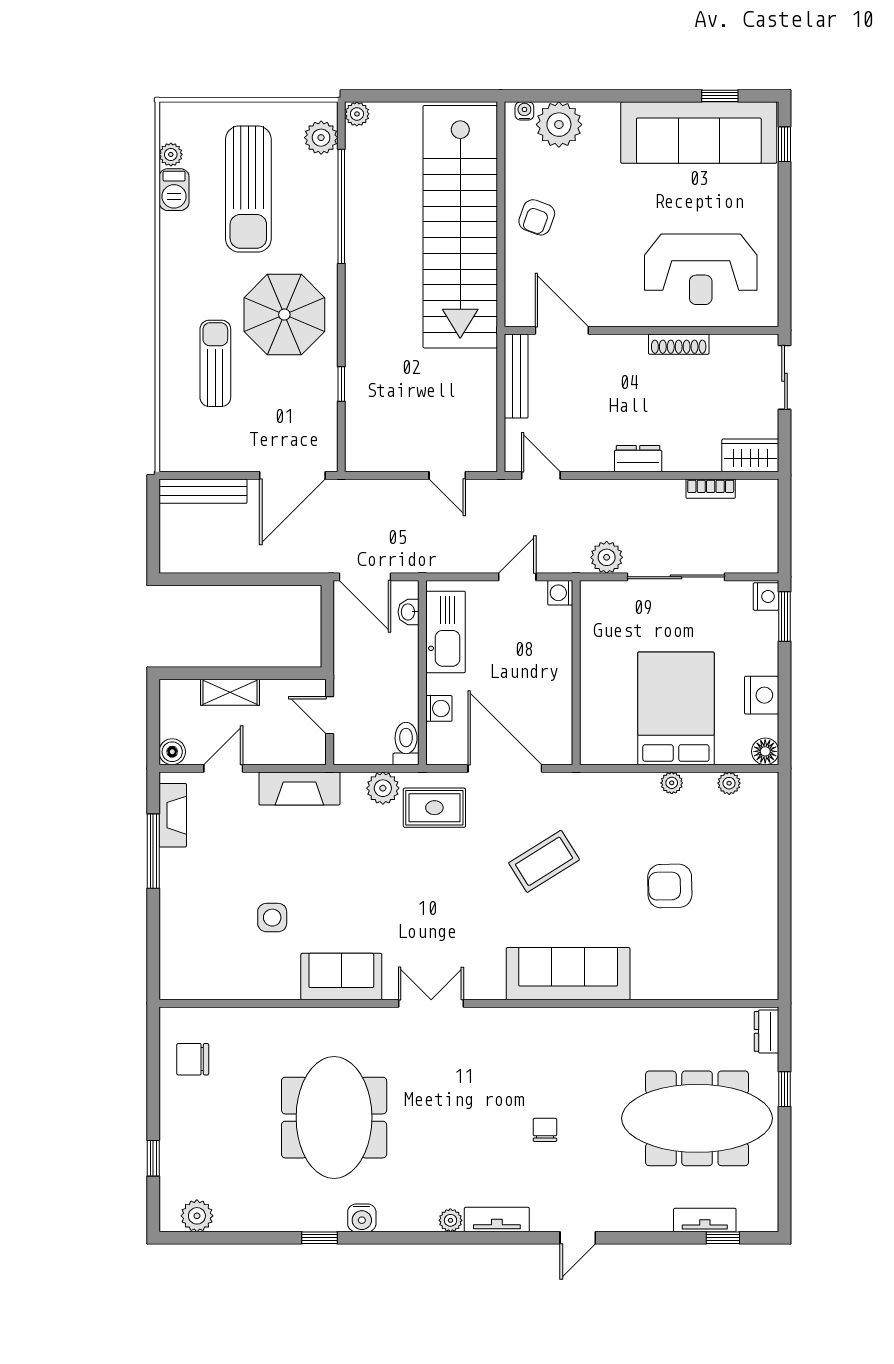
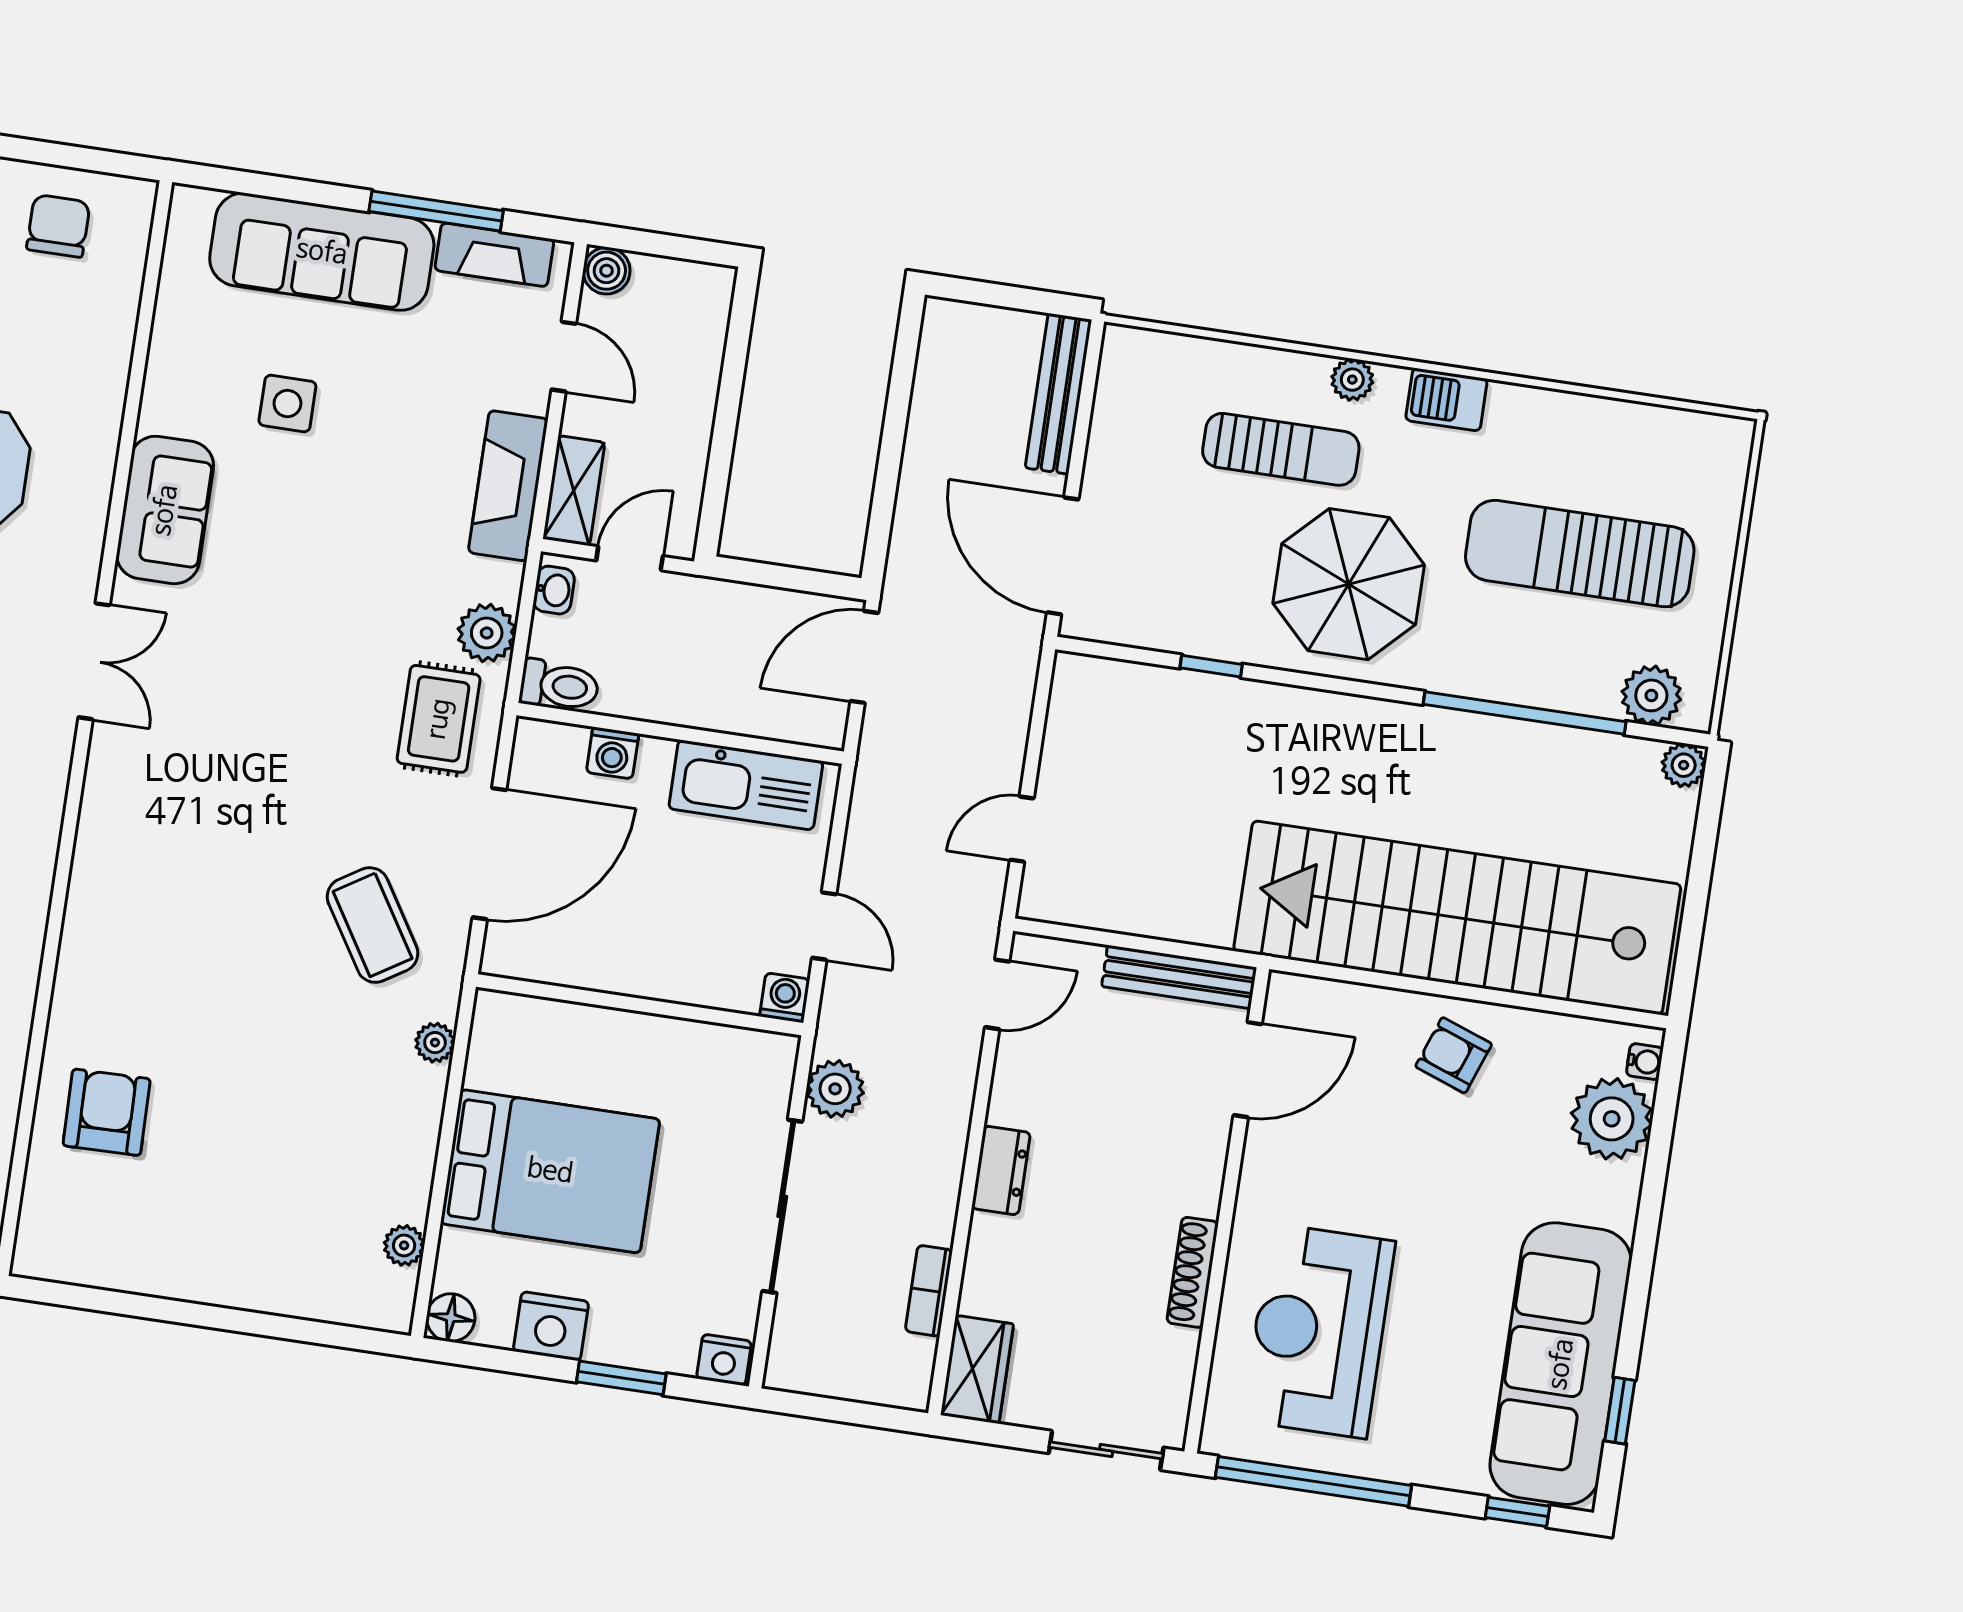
plant: (171, 154) -> (1352, 380), moved
barbecue: (174, 190) -> (1446, 400), moved
window: (785, 260) -> (1313, 1481), added
washbasin: (409, 612) -> (554, 590), moved, turned 90
window: (785, 617) -> (621, 1378), moved
shelving: (230, 692) -> (574, 491), moved
plant: (672, 783) -> (435, 1043), moved
coffee table: (544, 861) -> (373, 925), moved
armchair: (670, 886) -> (107, 1112), moved
sofa: (568, 974) -> (322, 252), moved, turned 90

